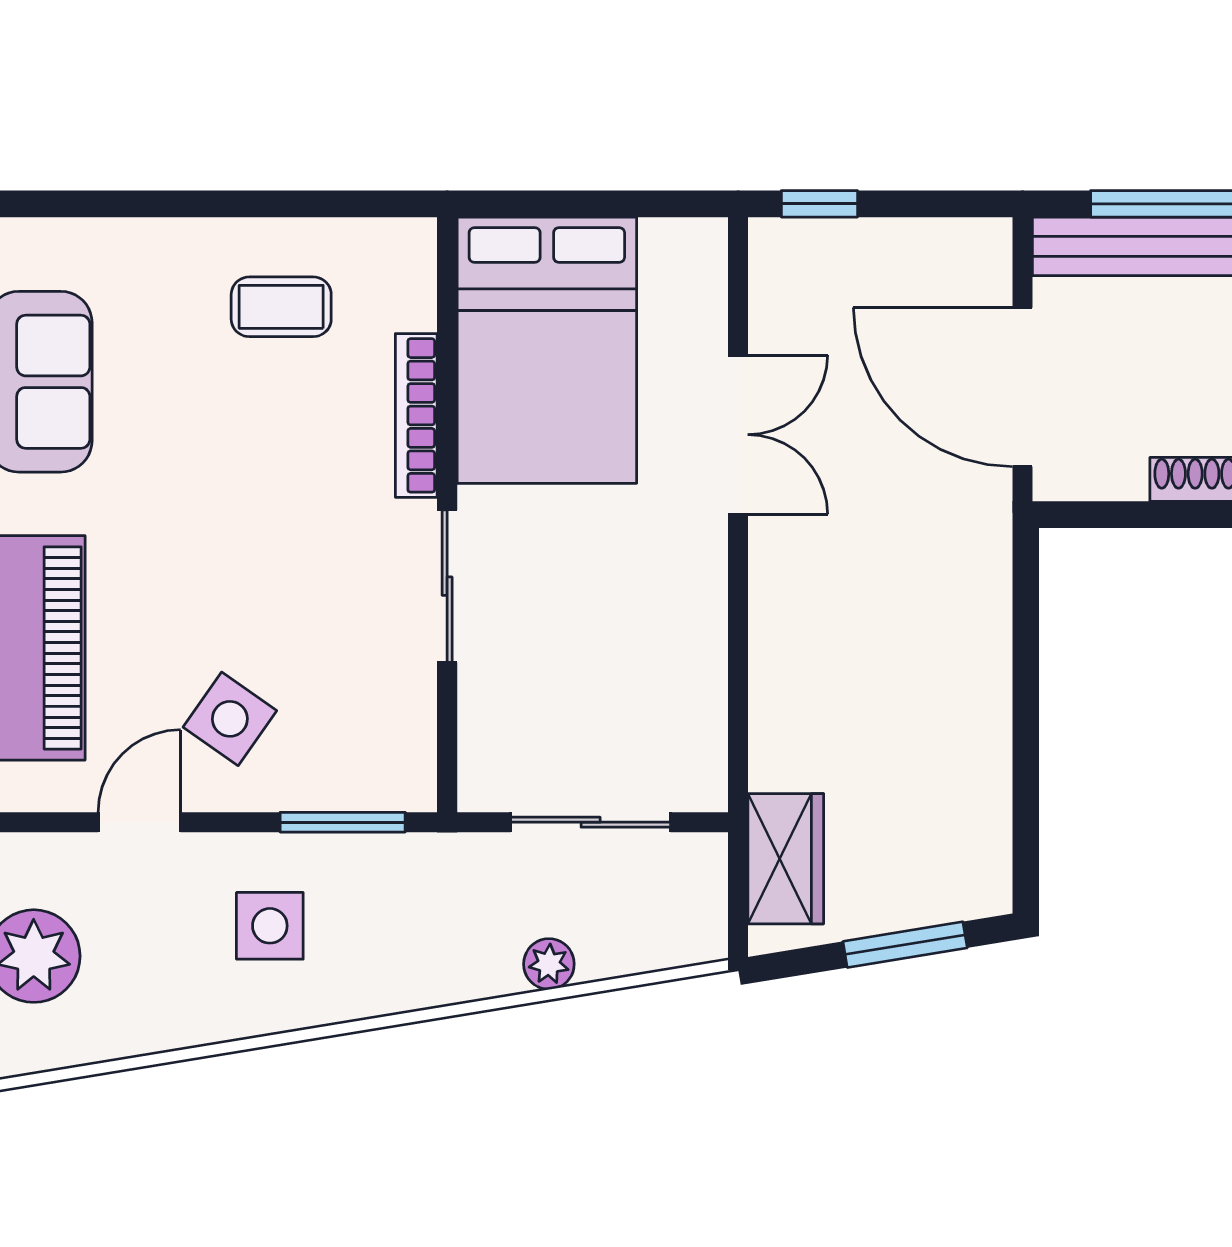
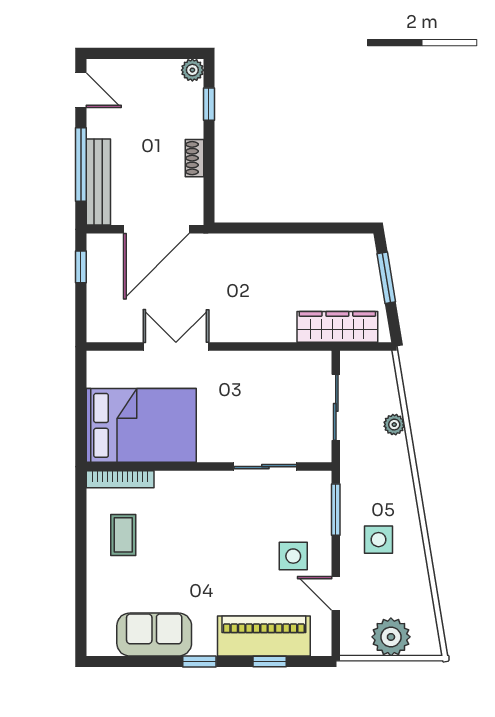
window: (819, 204) -> (81, 267), moved
bookcase: (416, 415) -> (120, 479), moved
sliding door: (447, 586) -> (265, 467), moved
side table: (230, 719) -> (293, 556), turned -35
wardrobe: (786, 859) -> (337, 327), width x1.50

